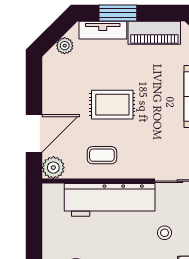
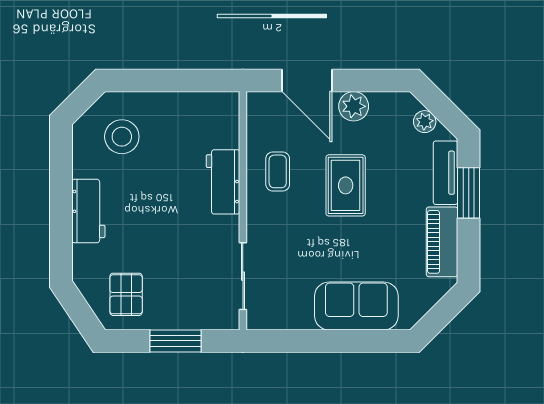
plant: (53, 168) -> (354, 106), moved
workbench: (110, 200) -> (223, 182), width x0.53, depth x0.76
stool: (165, 233) -> (174, 256), removed

